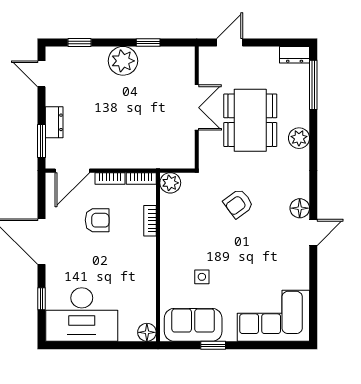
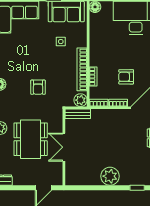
window: (148, 42) -> (94, 188), removed
bench: (175, 161) -> (78, 114), added
armchair: (238, 204) -> (38, 87), turned 126
bookcase: (168, 232) -> (82, 69), added

